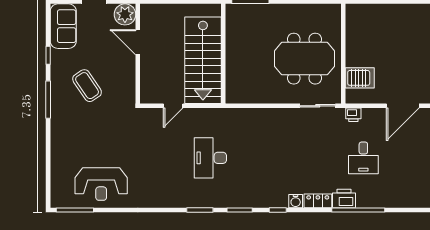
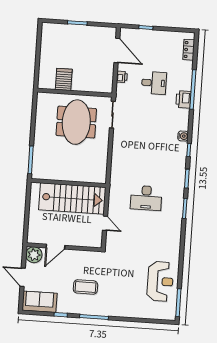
server rack: (360, 78) -> (64, 79), moved
coffee table: (87, 86) -> (85, 287), turned 34
printer: (353, 115) -> (122, 77), moved
locker: (318, 201) -> (189, 50), moved

